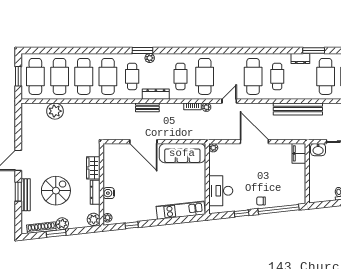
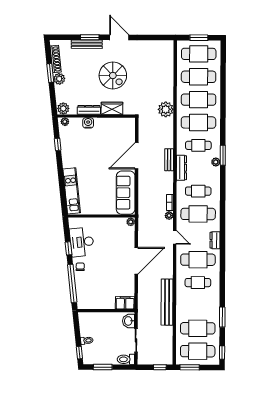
dresser: (300, 59) -> (215, 240), moved
plant: (55, 111) -> (166, 109), moved
spiral stairs: (56, 191) -> (113, 76), moved
desk: (221, 191) -> (82, 242), moved, turned -96

